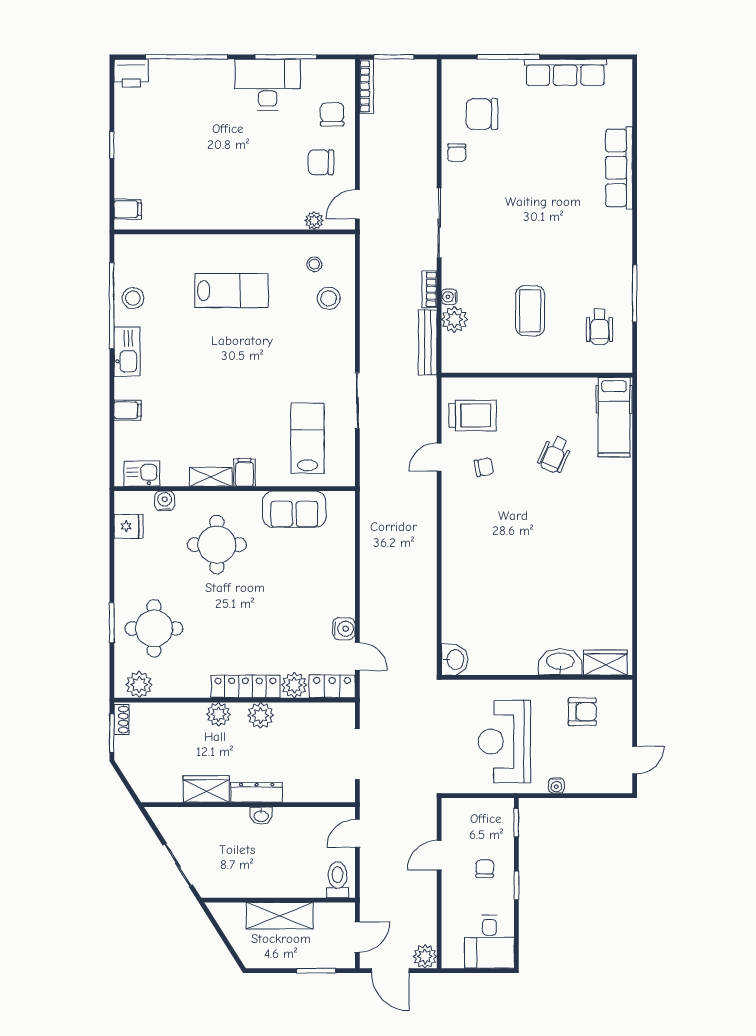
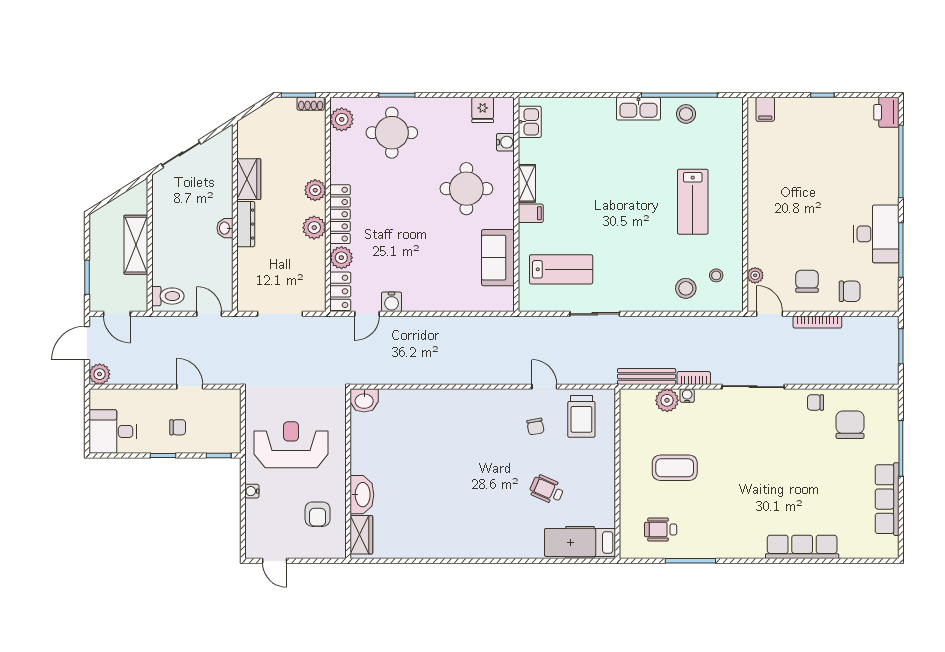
bookcase: (367, 86) -> (817, 322), moved
filing cabinet: (128, 410) -> (586, 109), removed

